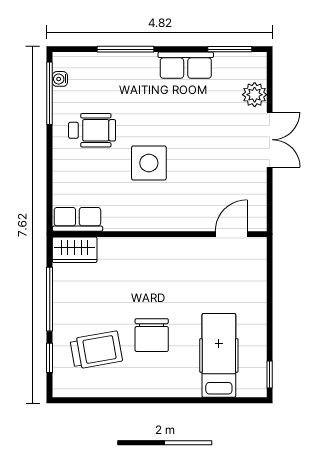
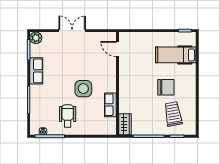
plant: (255, 95) -> (36, 38), moved
row of seats: (77, 219) -> (110, 105), moved

